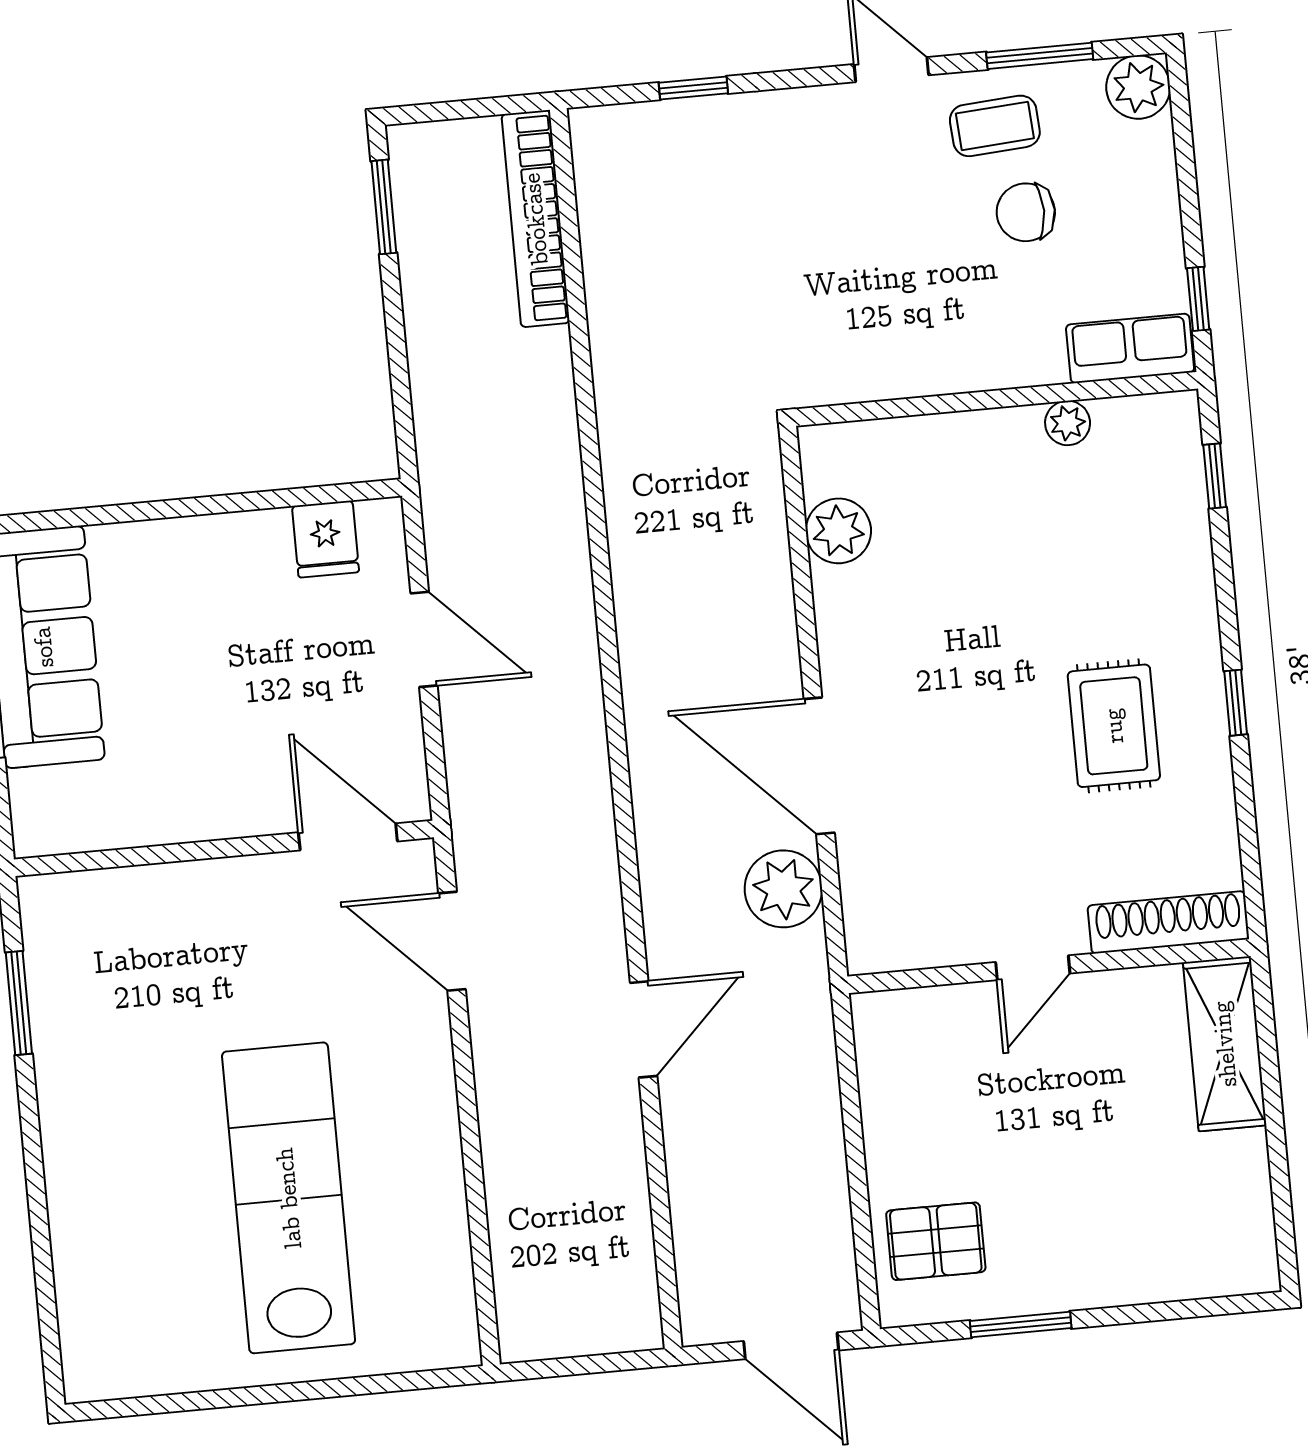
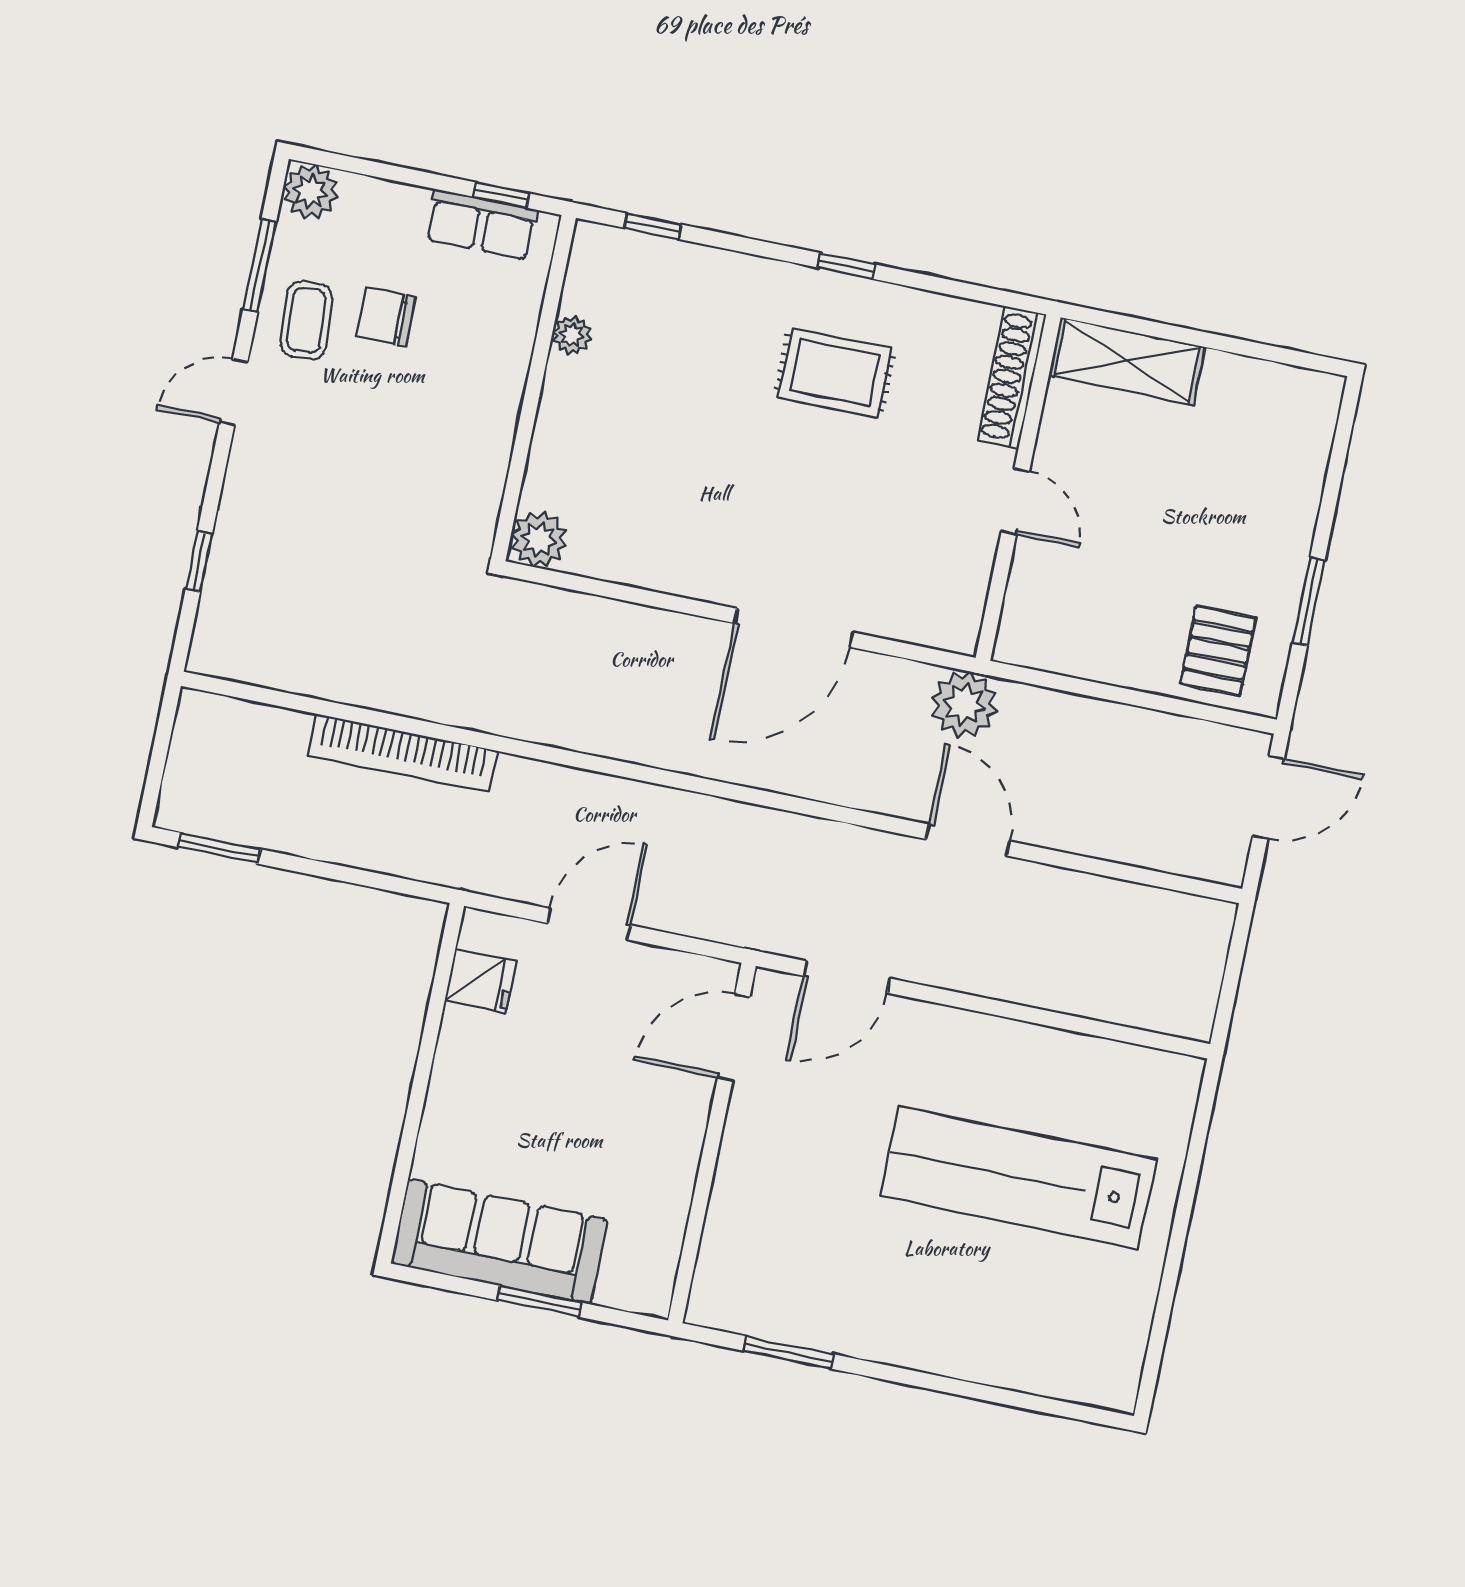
chair: (1026, 212) -> (386, 316), turned 90
bookcase: (536, 219) -> (403, 753), moved
row of seats: (1130, 348) -> (481, 225), moved, turned -90
plant: (838, 531) -> (539, 539), moved
plant: (783, 889) -> (964, 704), moved

